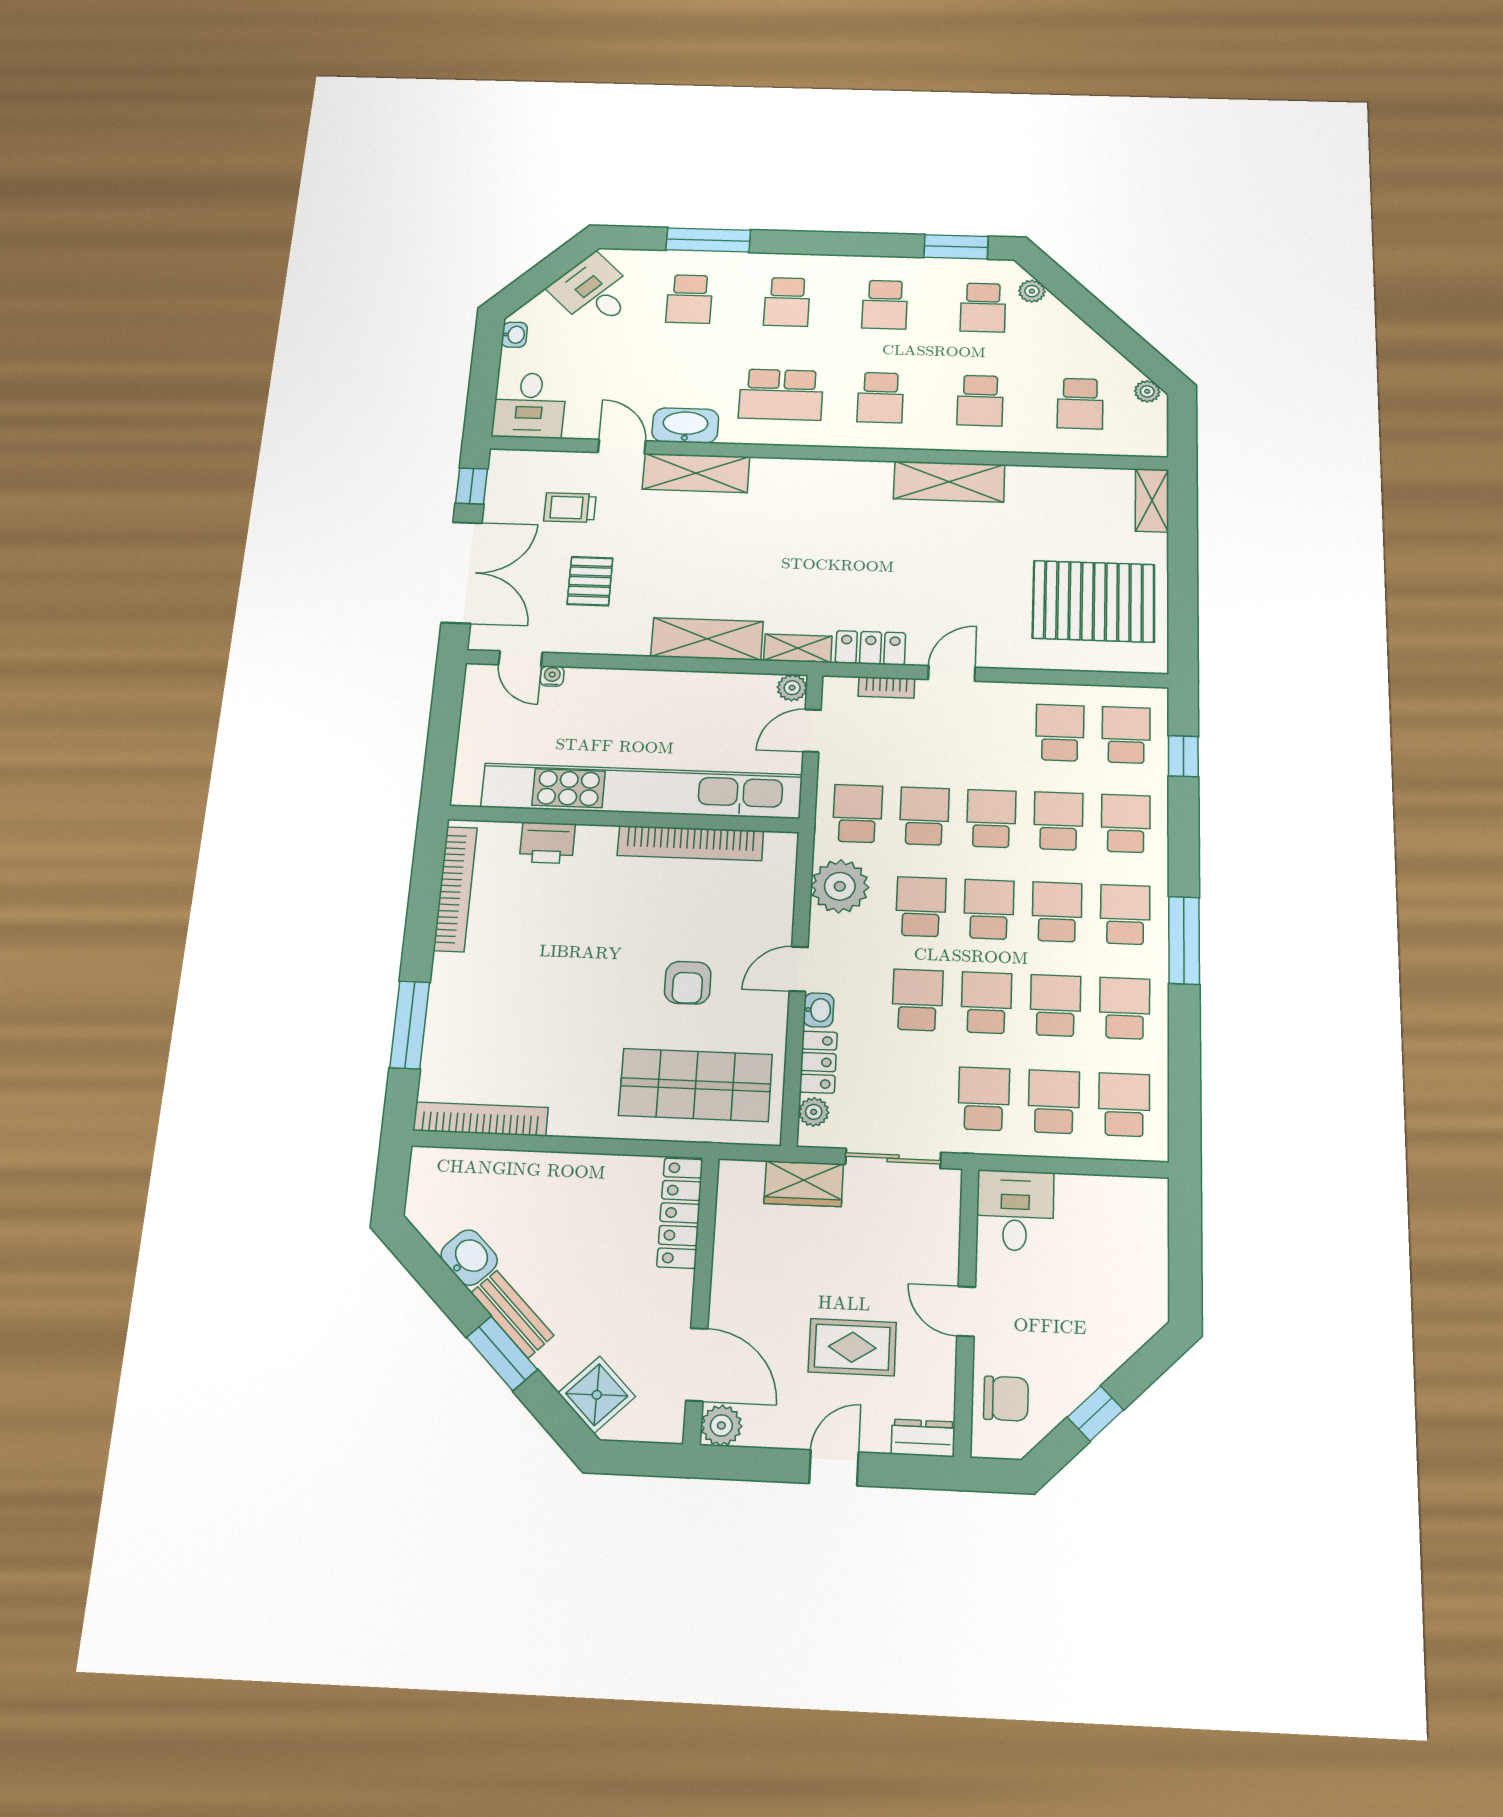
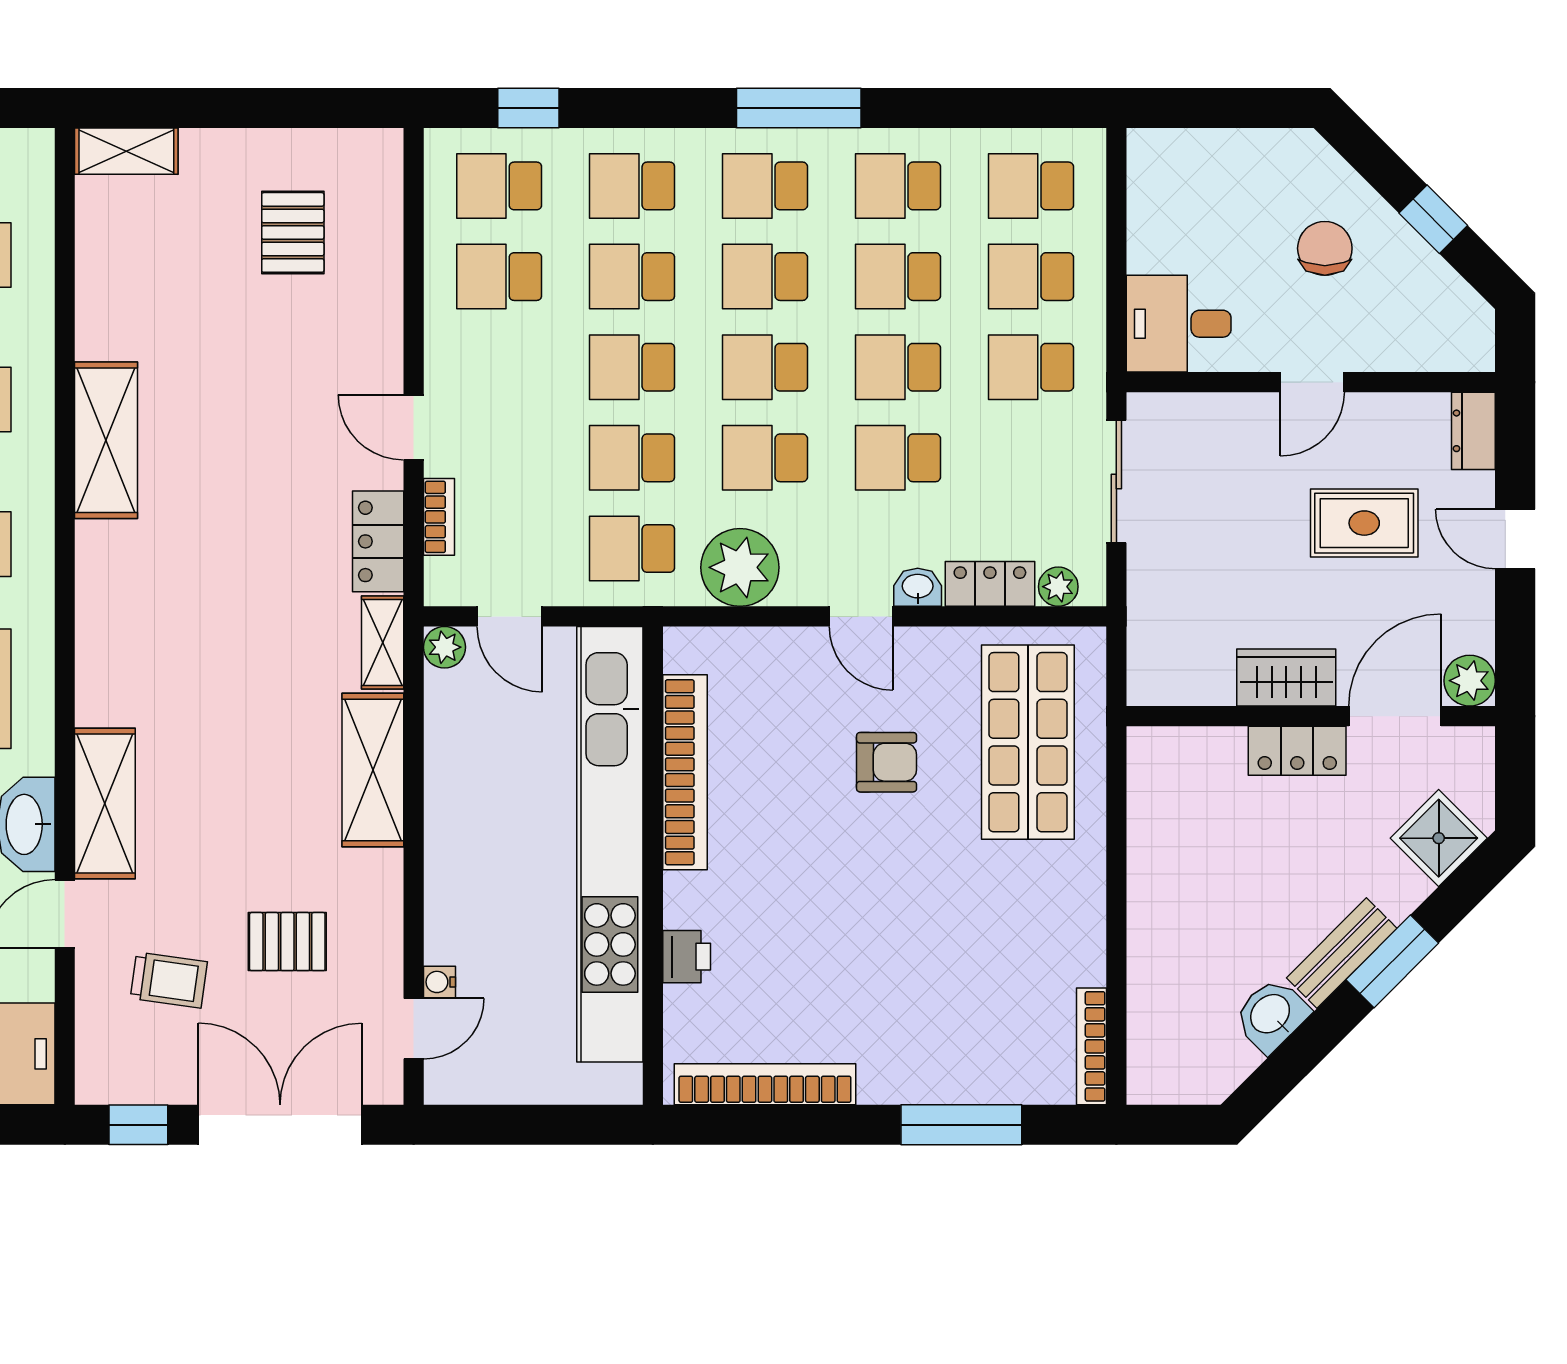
trolley: (570, 508) -> (169, 980), turned -82
pallet: (1094, 601) -> (293, 232), width x0.49, depth x0.50
printer: (547, 843) -> (687, 957), width x0.73, depth x0.81
bookcase: (481, 1119) -> (1091, 1046), width x0.68, depth x0.76
wardrobe: (804, 1184) -> (1286, 677), moved, turned -90
locker: (680, 1213) -> (1297, 751), moved, width x0.66
rug: (852, 1347) -> (1364, 523), turned 90
chair: (1006, 1399) -> (1325, 248), moved

